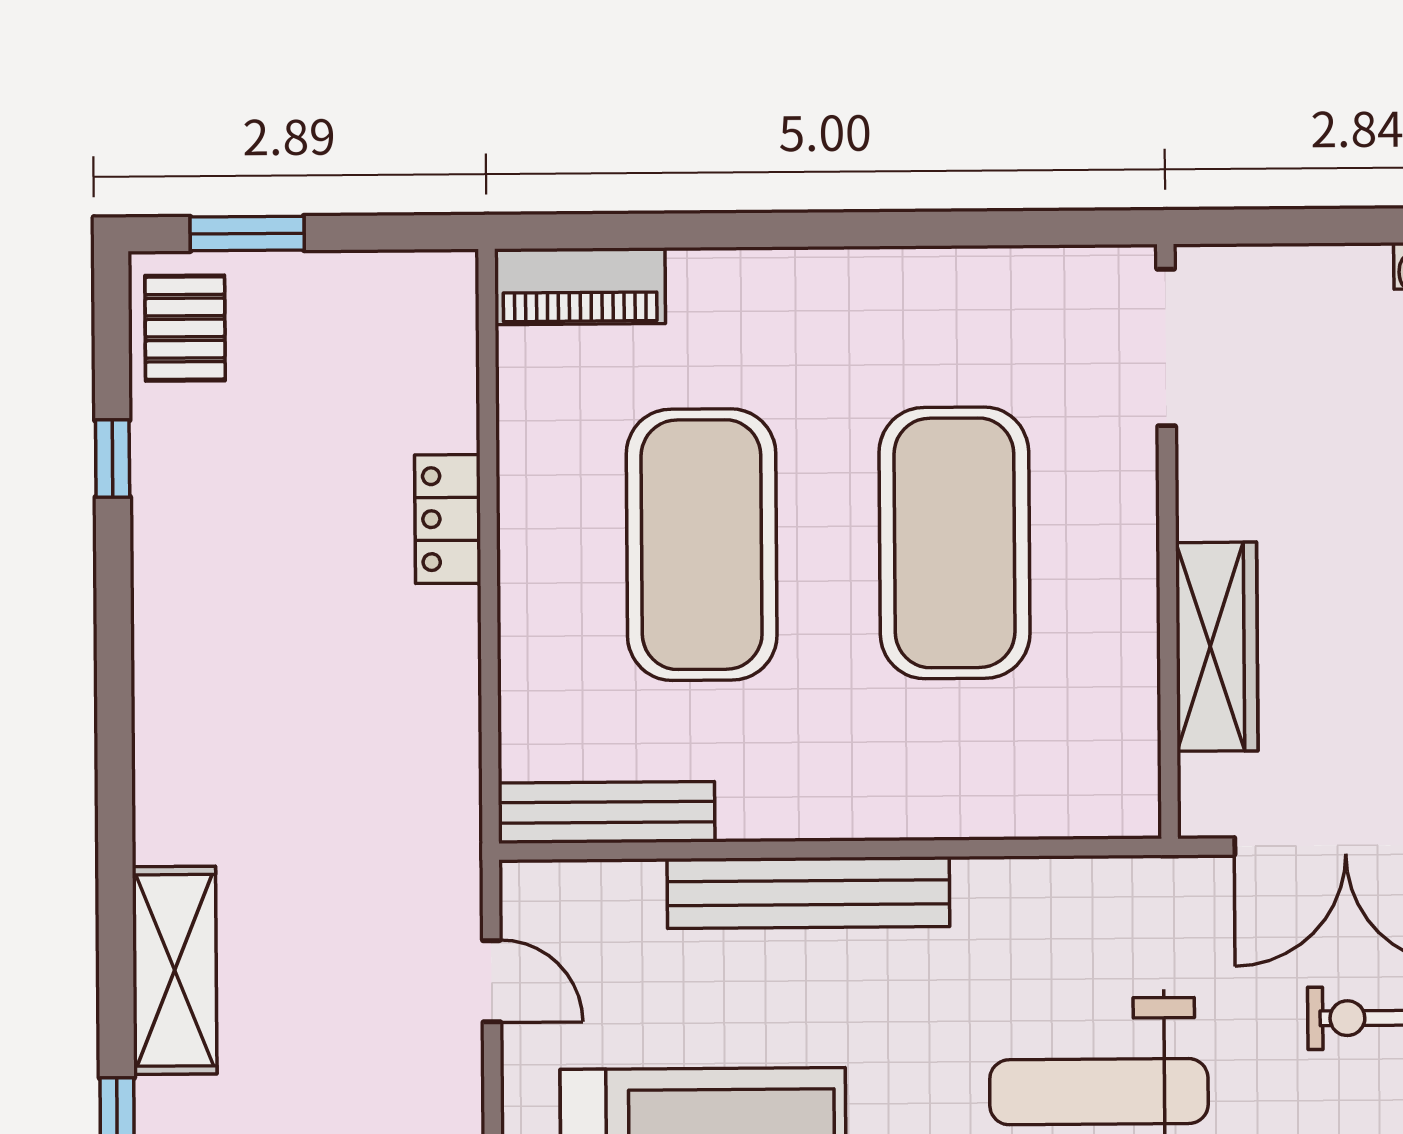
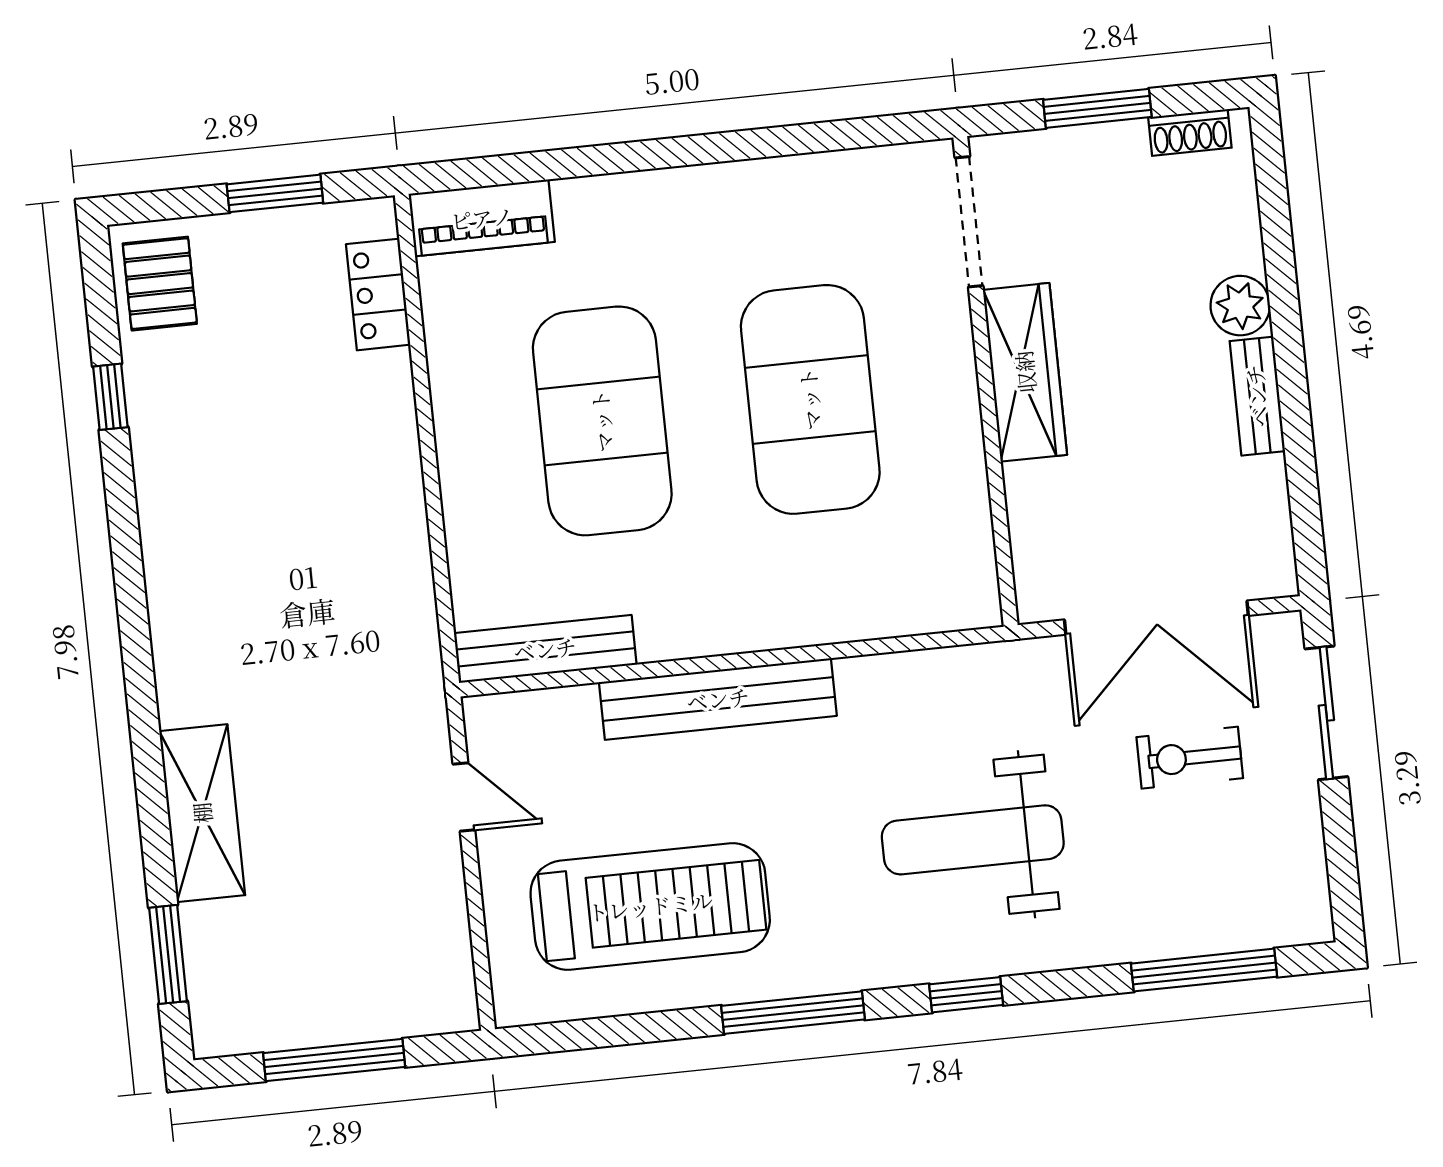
window: (1334, 226) -> (1097, 108), added
window: (247, 233) -> (275, 193), moved
locker: (448, 519) -> (378, 294), moved
wardrobe: (1217, 647) -> (1025, 372), moved

